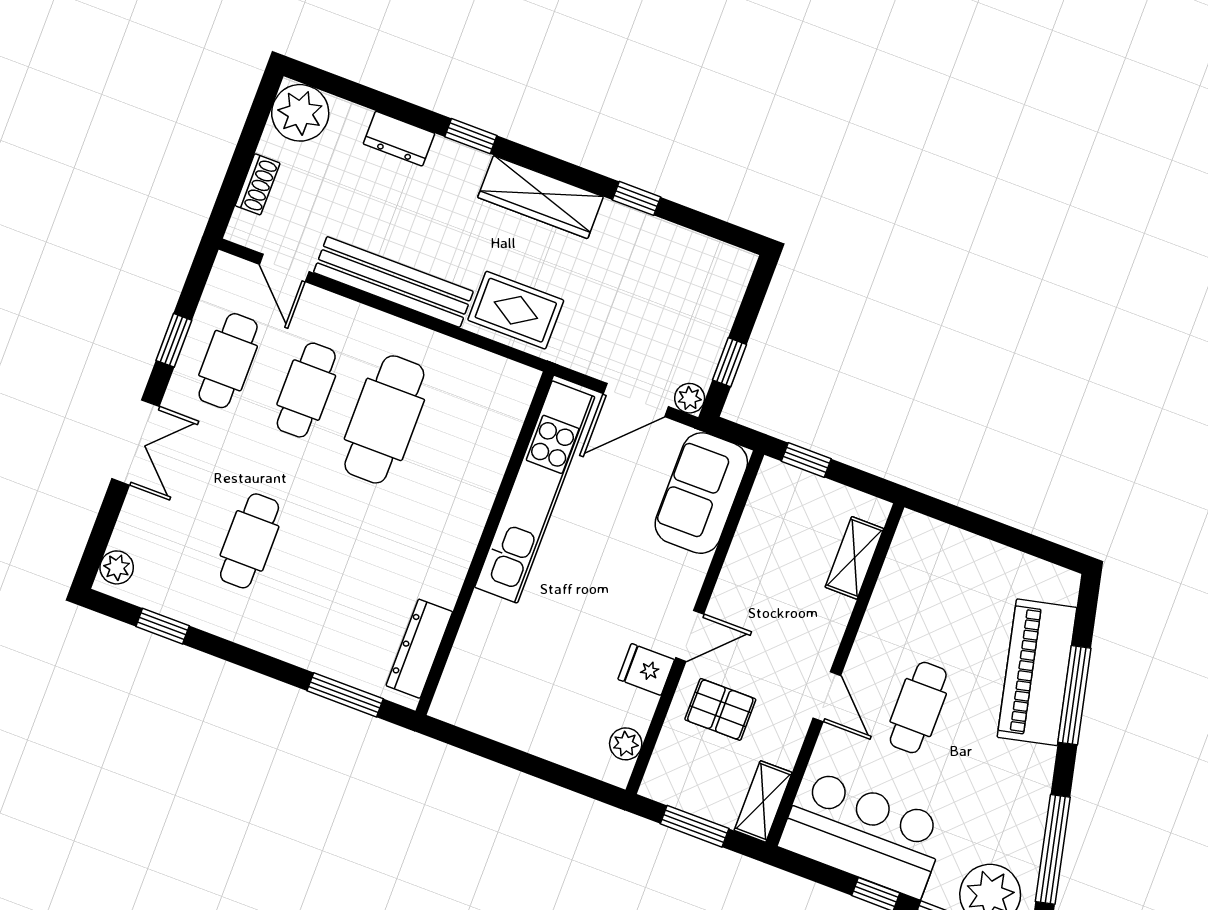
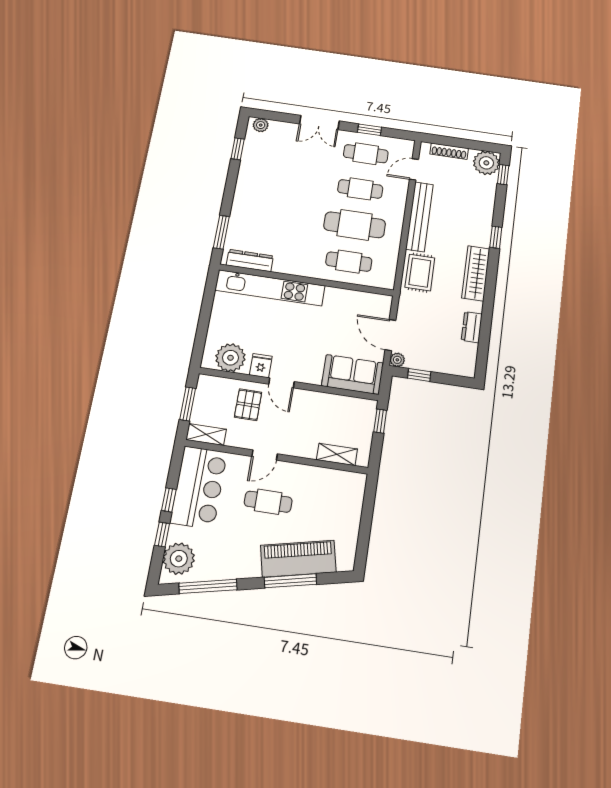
dresser: (399, 139) -> (472, 327), moved
shoe rack: (258, 184) -> (449, 151), width x1.43
window: (637, 198) -> (503, 175), moved
kitchen unit: (535, 492) -> (270, 288), moved
cafe table: (250, 541) -> (349, 262), moved
plant: (626, 744) -> (230, 358), width x1.88, depth x1.88

